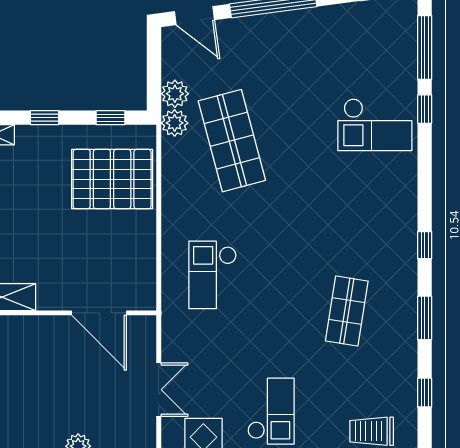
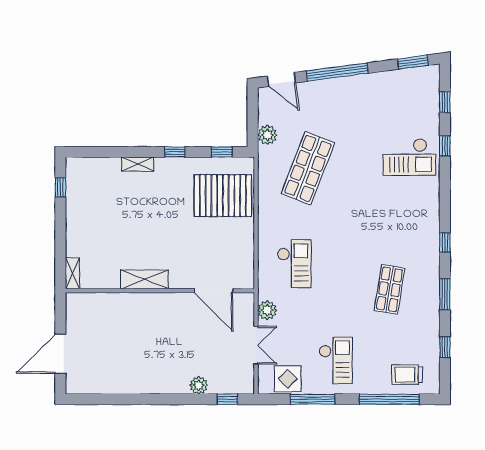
window: (425, 47) -> (445, 102), width x0.46
plant: (175, 123) -> (267, 310), moved
shop shelf: (232, 141) -> (308, 168), turned 36
checkout: (213, 275) -> (294, 264), turned 180

